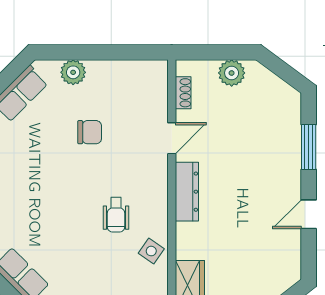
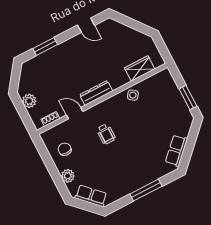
chair: (90, 132) -> (65, 149), moved
door: (309, 214) -> (86, 25), moved
wheelchair: (116, 215) -> (106, 134), moved, turned 90

